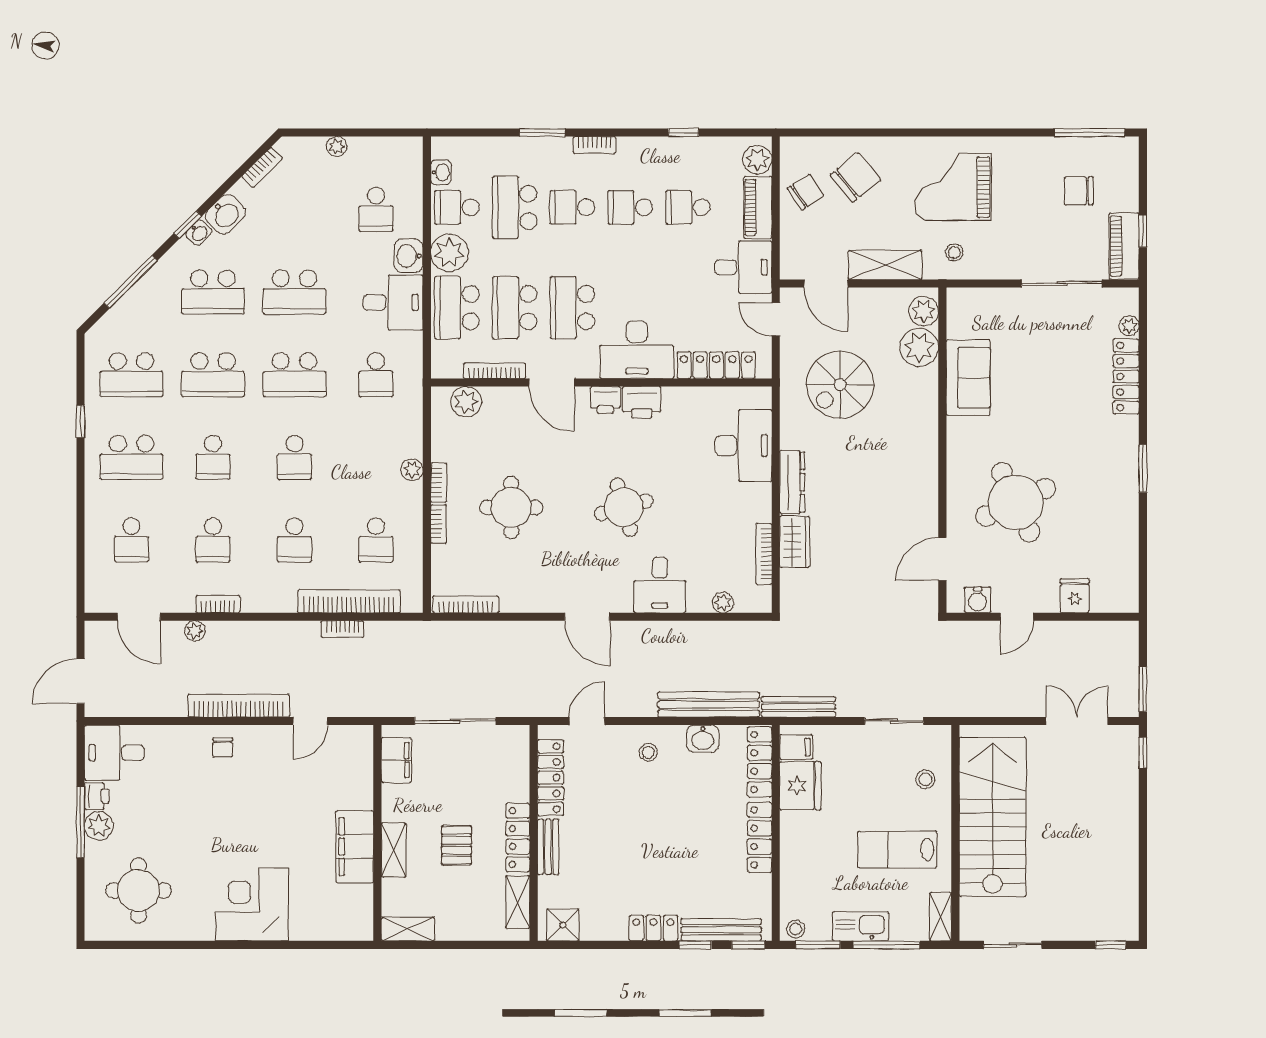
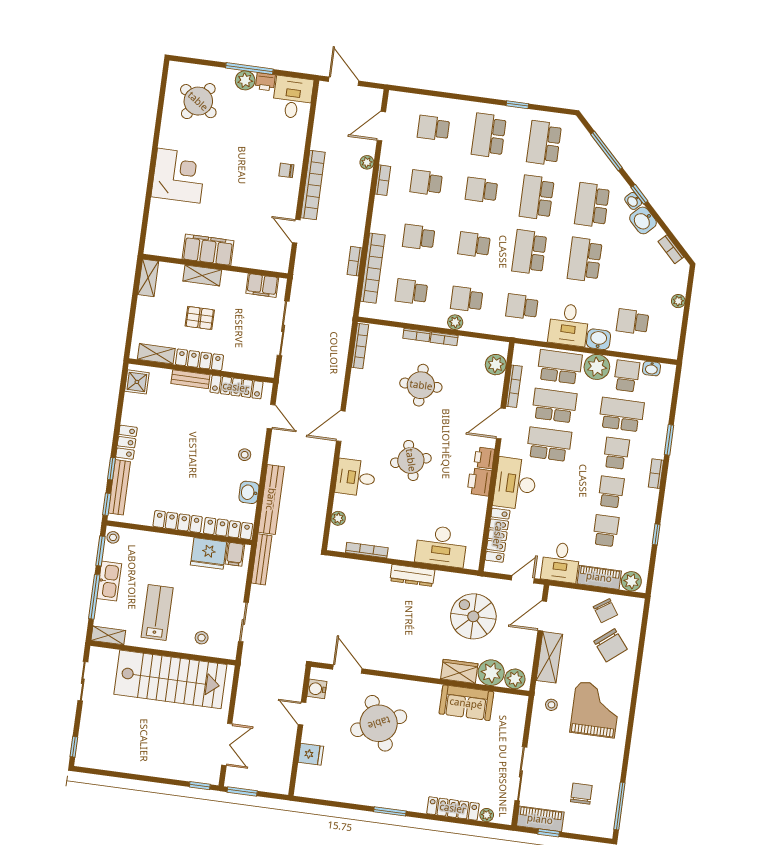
school desk: (376, 457) -> (467, 299), added
wardrobe: (795, 542) -> (459, 671), moved, turned 180
round table: (138, 890) -> (198, 101), turned 35

